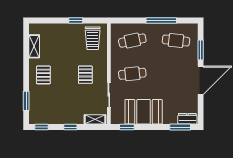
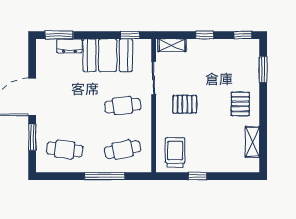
window: (161, 20) -> (105, 176), moved
pallet: (85, 75) -> (185, 104), turned 90
dresser: (187, 119) -> (69, 46), moved

